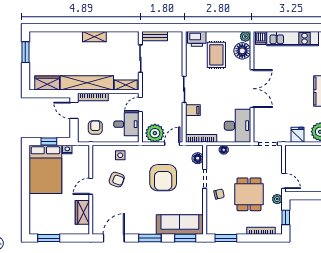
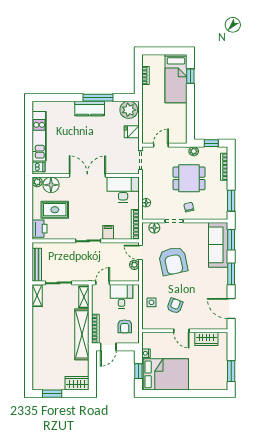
bench: (155, 36) -> (37, 265), width x1.36
shelving: (94, 37) -> (37, 296), moved
wardrobe: (47, 83) -> (77, 383), moved, turned 90
door: (140, 104) -> (103, 283), swing flipped
armchair: (95, 127) -> (125, 326), turned -90
plant: (155, 133) -> (134, 265), width x0.53, depth x0.53
armchair: (163, 178) -> (173, 261), turned 78
door: (283, 181) -> (161, 145), moved

